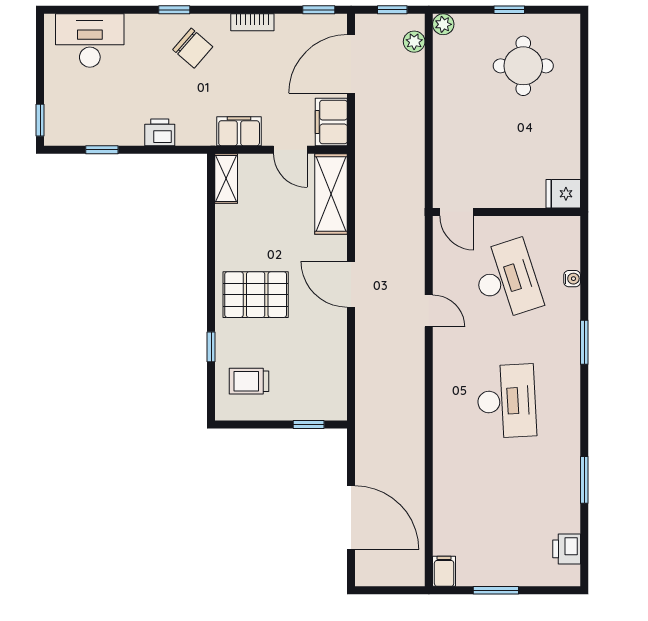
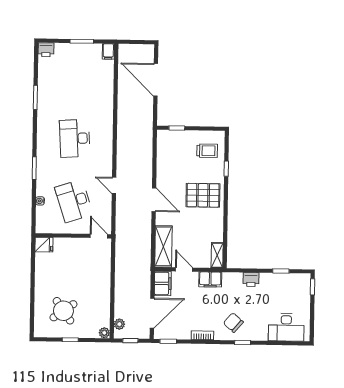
round table: (523, 66) -> (63, 311), turned -35
printer: (567, 549) -> (46, 50), moved, turned 90

